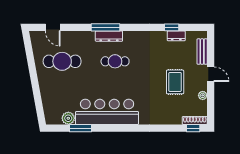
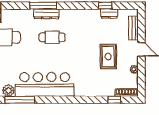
window: (80, 128) -> (20, 100), width x1.44
window: (193, 128) -> (114, 100), moved

